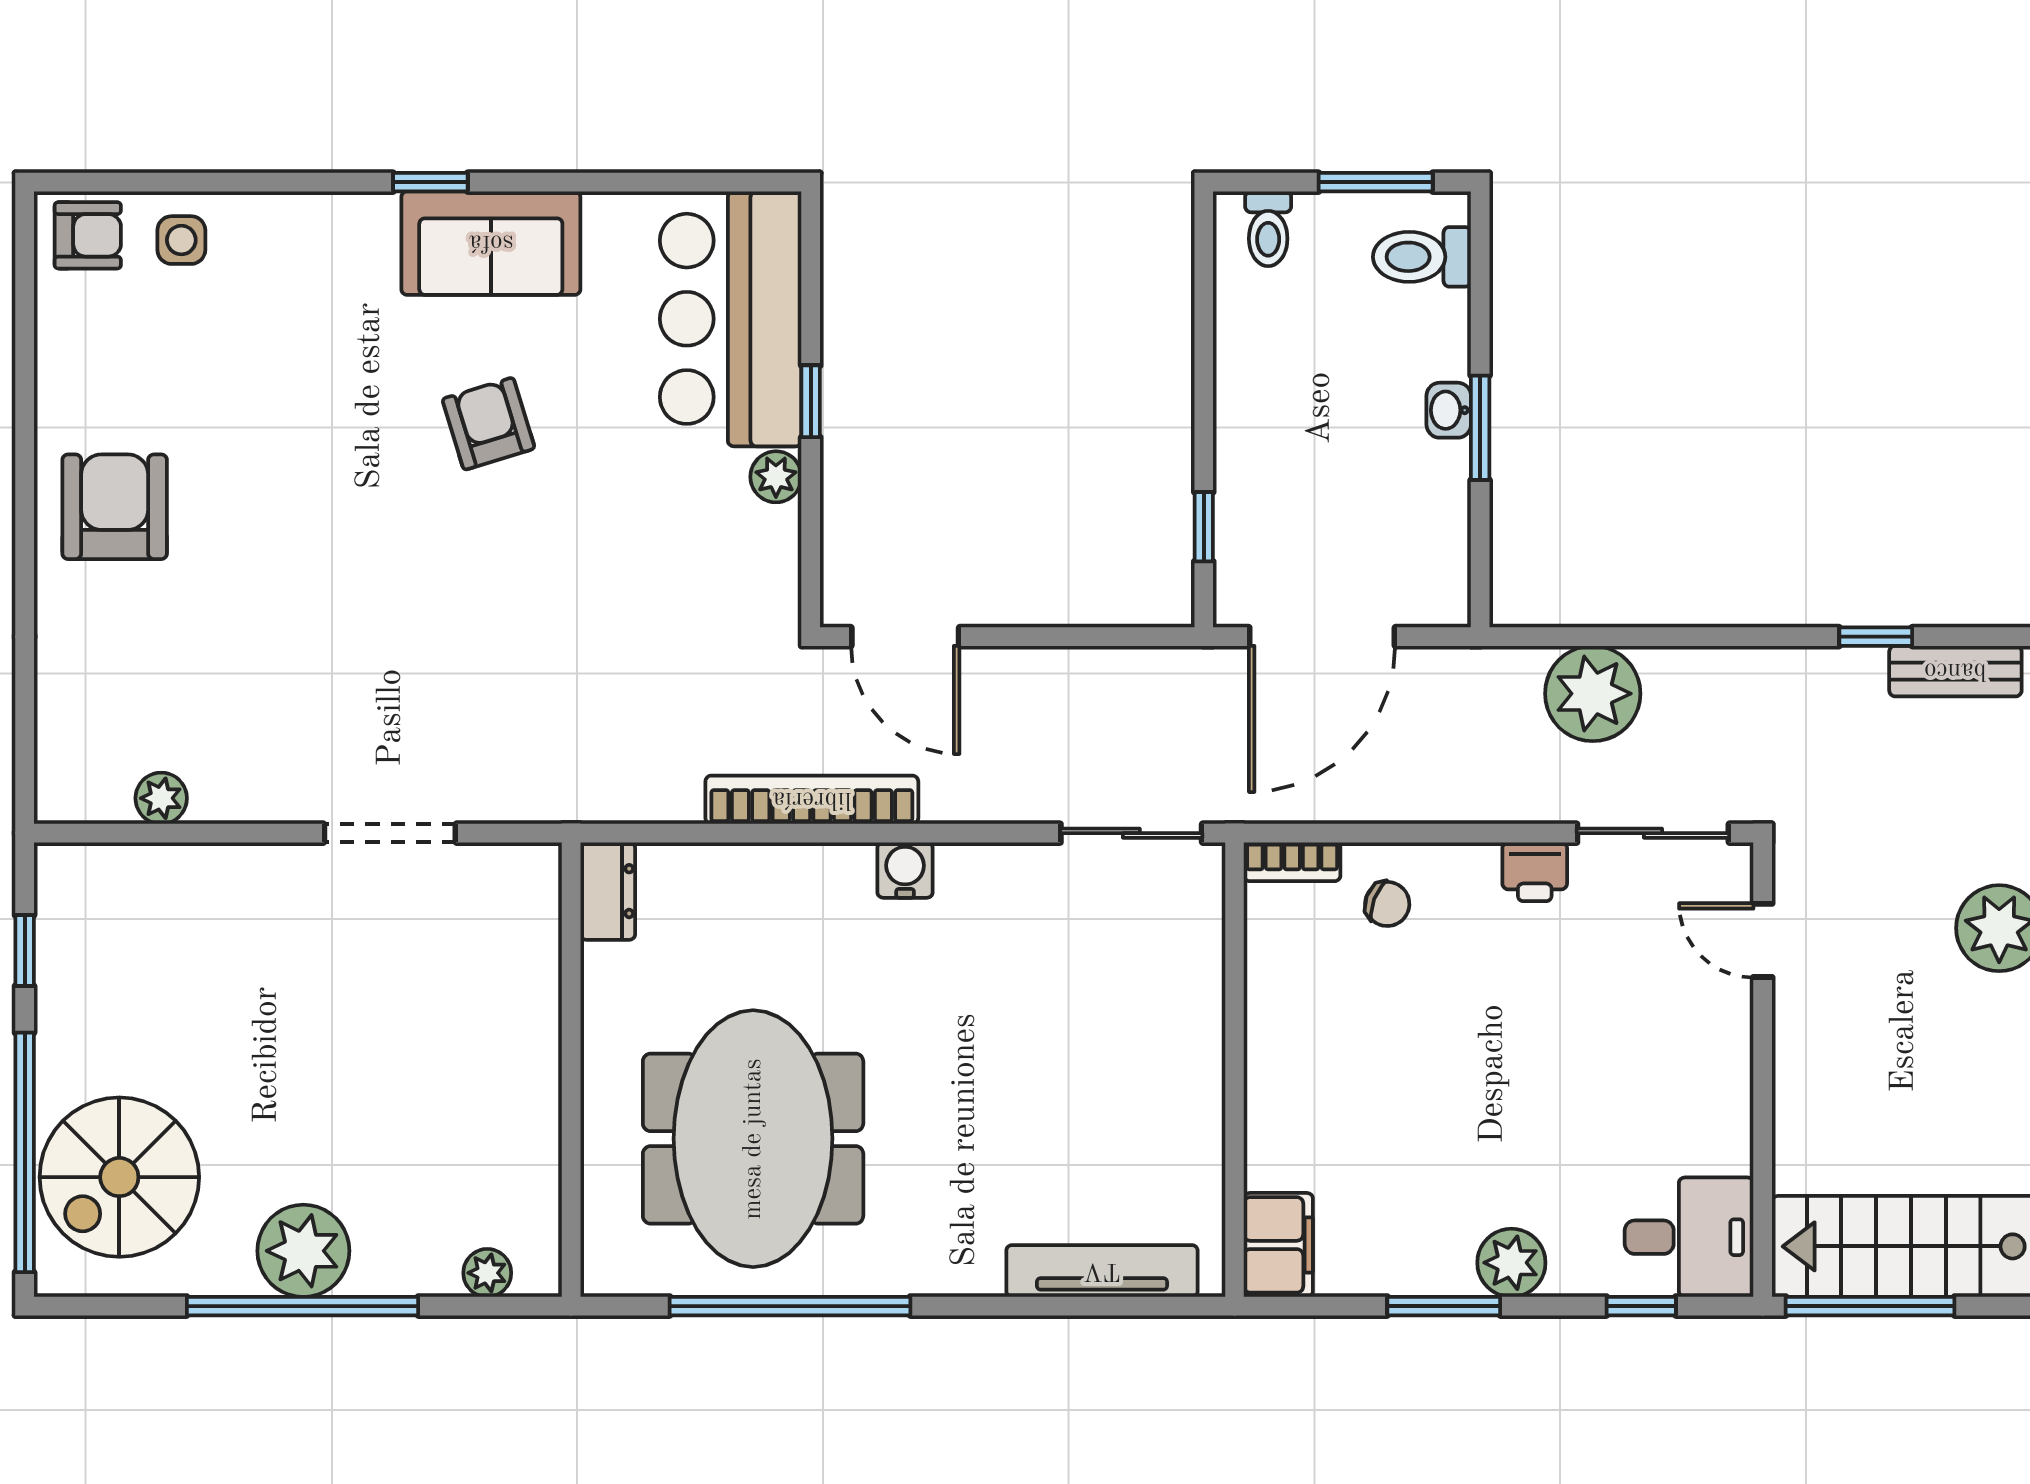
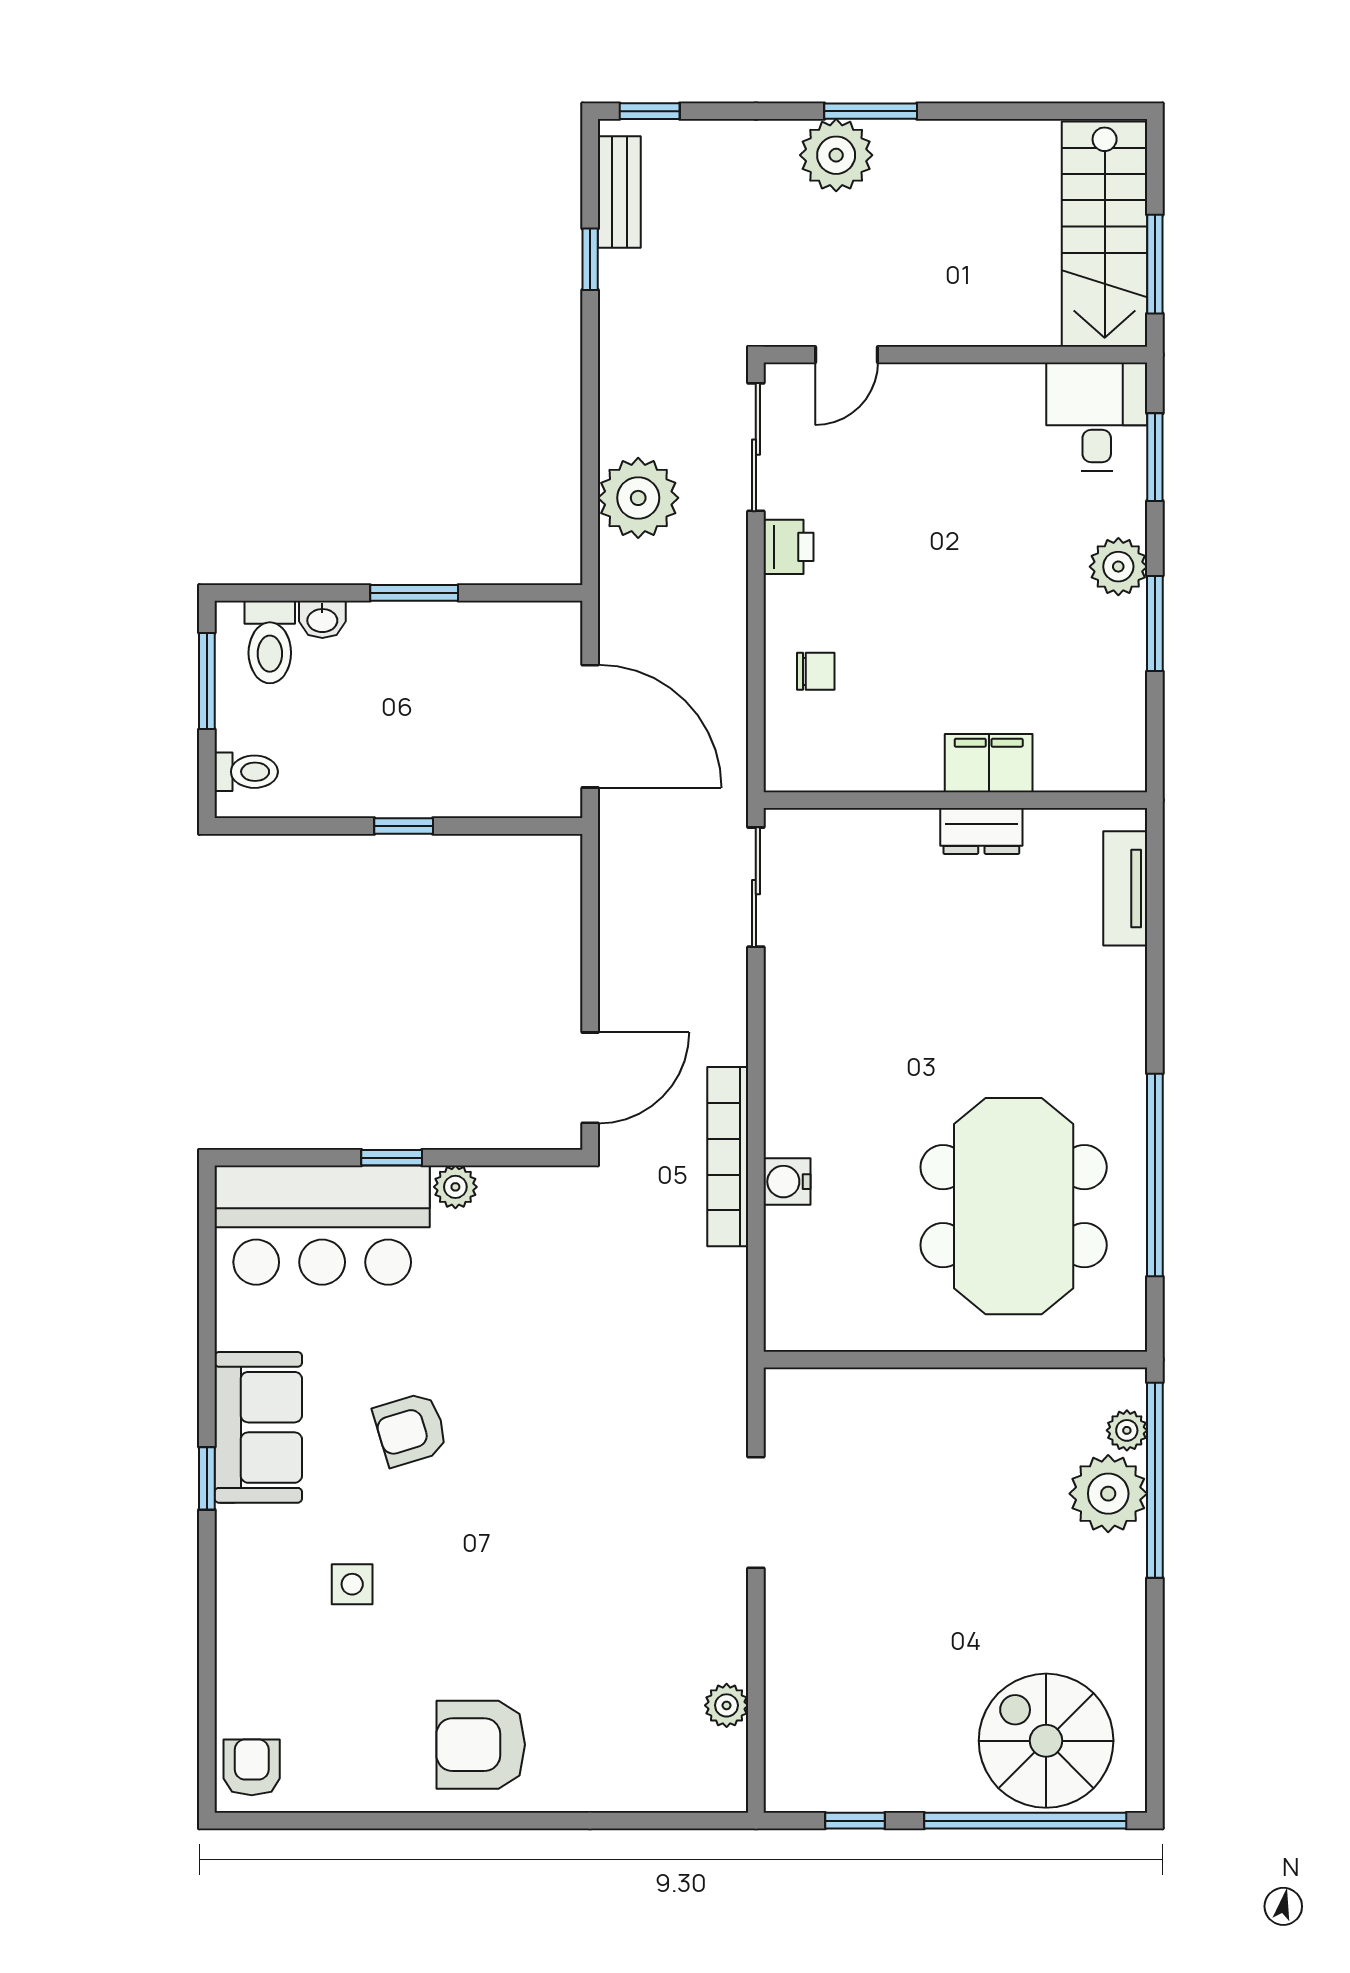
side table: (181, 240) -> (352, 1584), moved
washbasin: (1449, 410) -> (322, 619), moved
window: (1204, 527) -> (404, 826), moved
bookcase: (1292, 862) -> (780, 752), removed
water cooler: (905, 870) -> (787, 1182), moved
dresser: (608, 891) -> (981, 831), moved, turned 180
chair: (1387, 904) -> (816, 671), turned 69
meeting table: (753, 1139) -> (1014, 1206), turned 90
spiral stairs: (119, 1177) -> (1046, 1741), turned 180
filing cabinet: (1278, 1245) -> (989, 763), moved
plant: (303, 1251) -> (1108, 1494), moved
tv unit: (1102, 1271) -> (1125, 888), width x0.71
window: (303, 1306) -> (1155, 1480), moved
window: (1641, 1306) -> (1155, 457), width x1.50
window: (1870, 1306) -> (1155, 264), width x0.69

